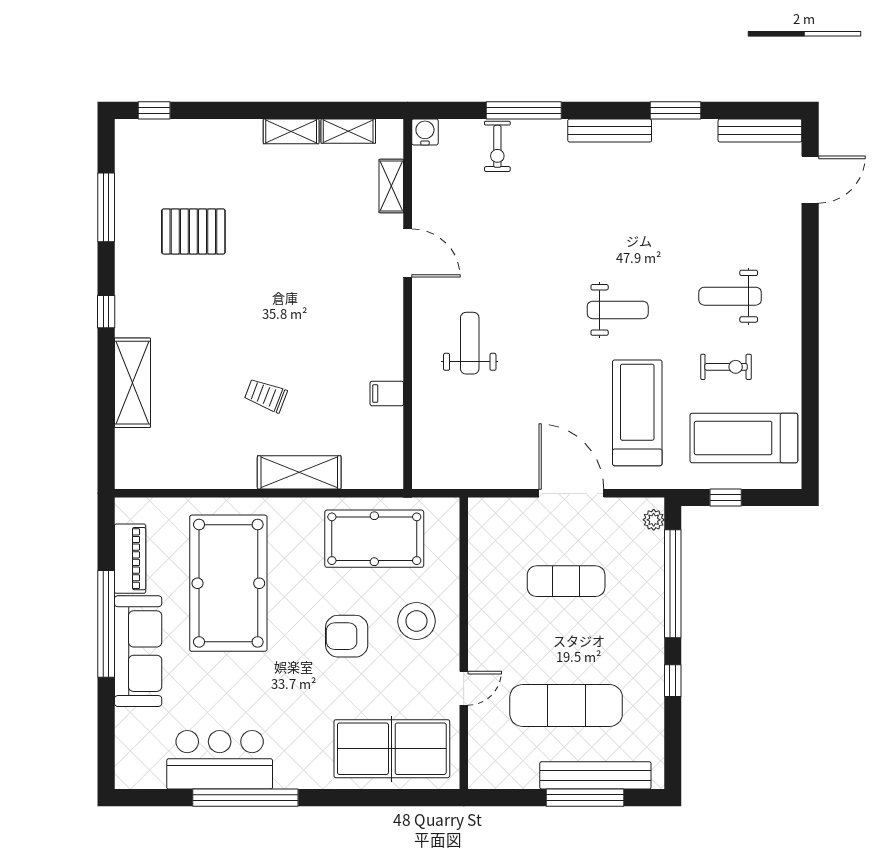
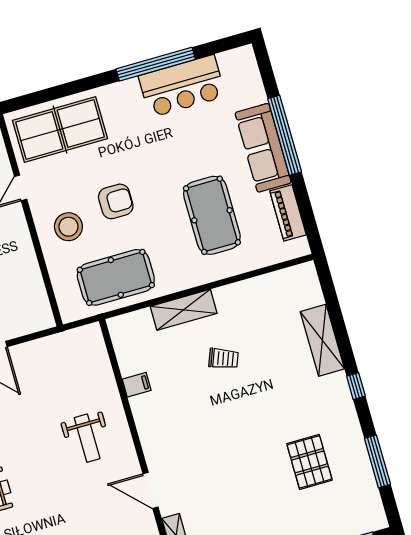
pallet: (193, 231) -> (309, 462), turned 90
pool table: (228, 583) -> (212, 215), width x0.73, depth x0.76
window: (106, 624) -> (285, 135), moved

